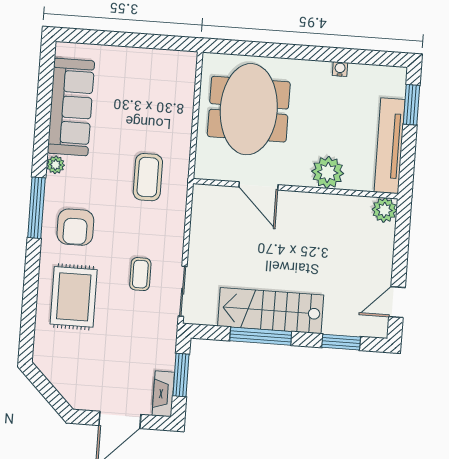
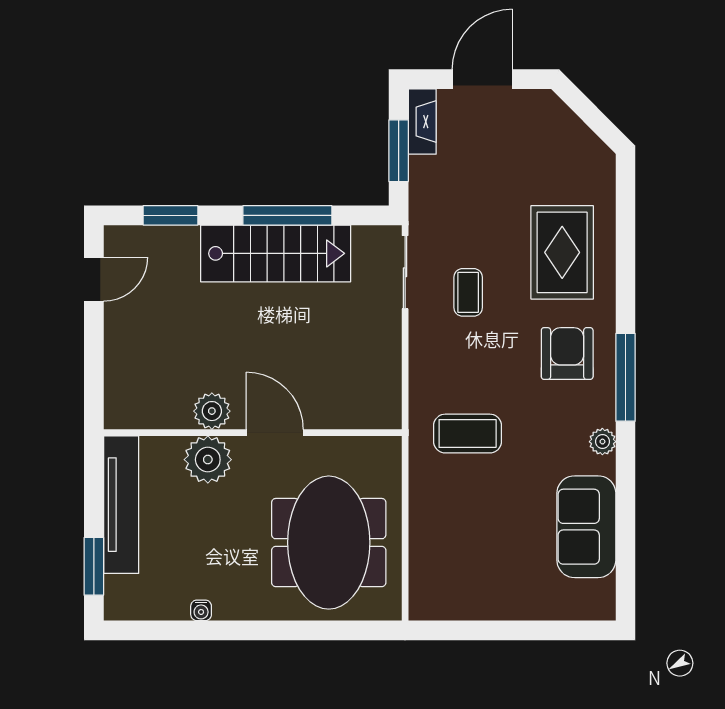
sofa: (71, 107) -> (586, 527), width x0.73
coffee table: (148, 177) -> (468, 434), turned 90
door: (258, 186) -> (275, 433), moved
plant: (384, 210) -> (212, 411), moved

